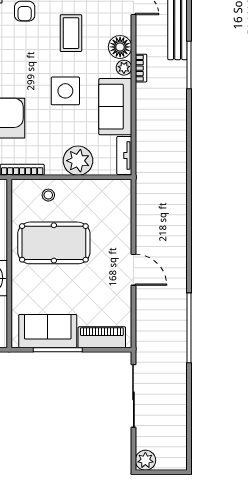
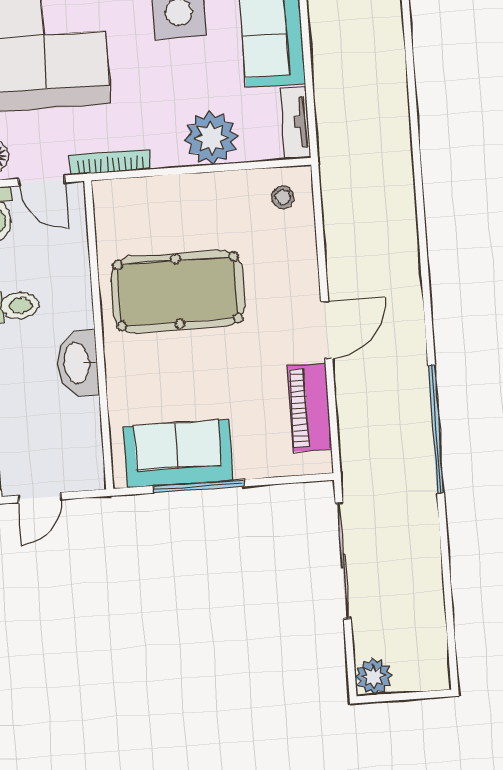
stool: (48, 195) -> (283, 197), moved
door: (133, 270) -> (327, 330), hinge flipped
piano: (102, 337) -> (309, 407), moved, turned -90

